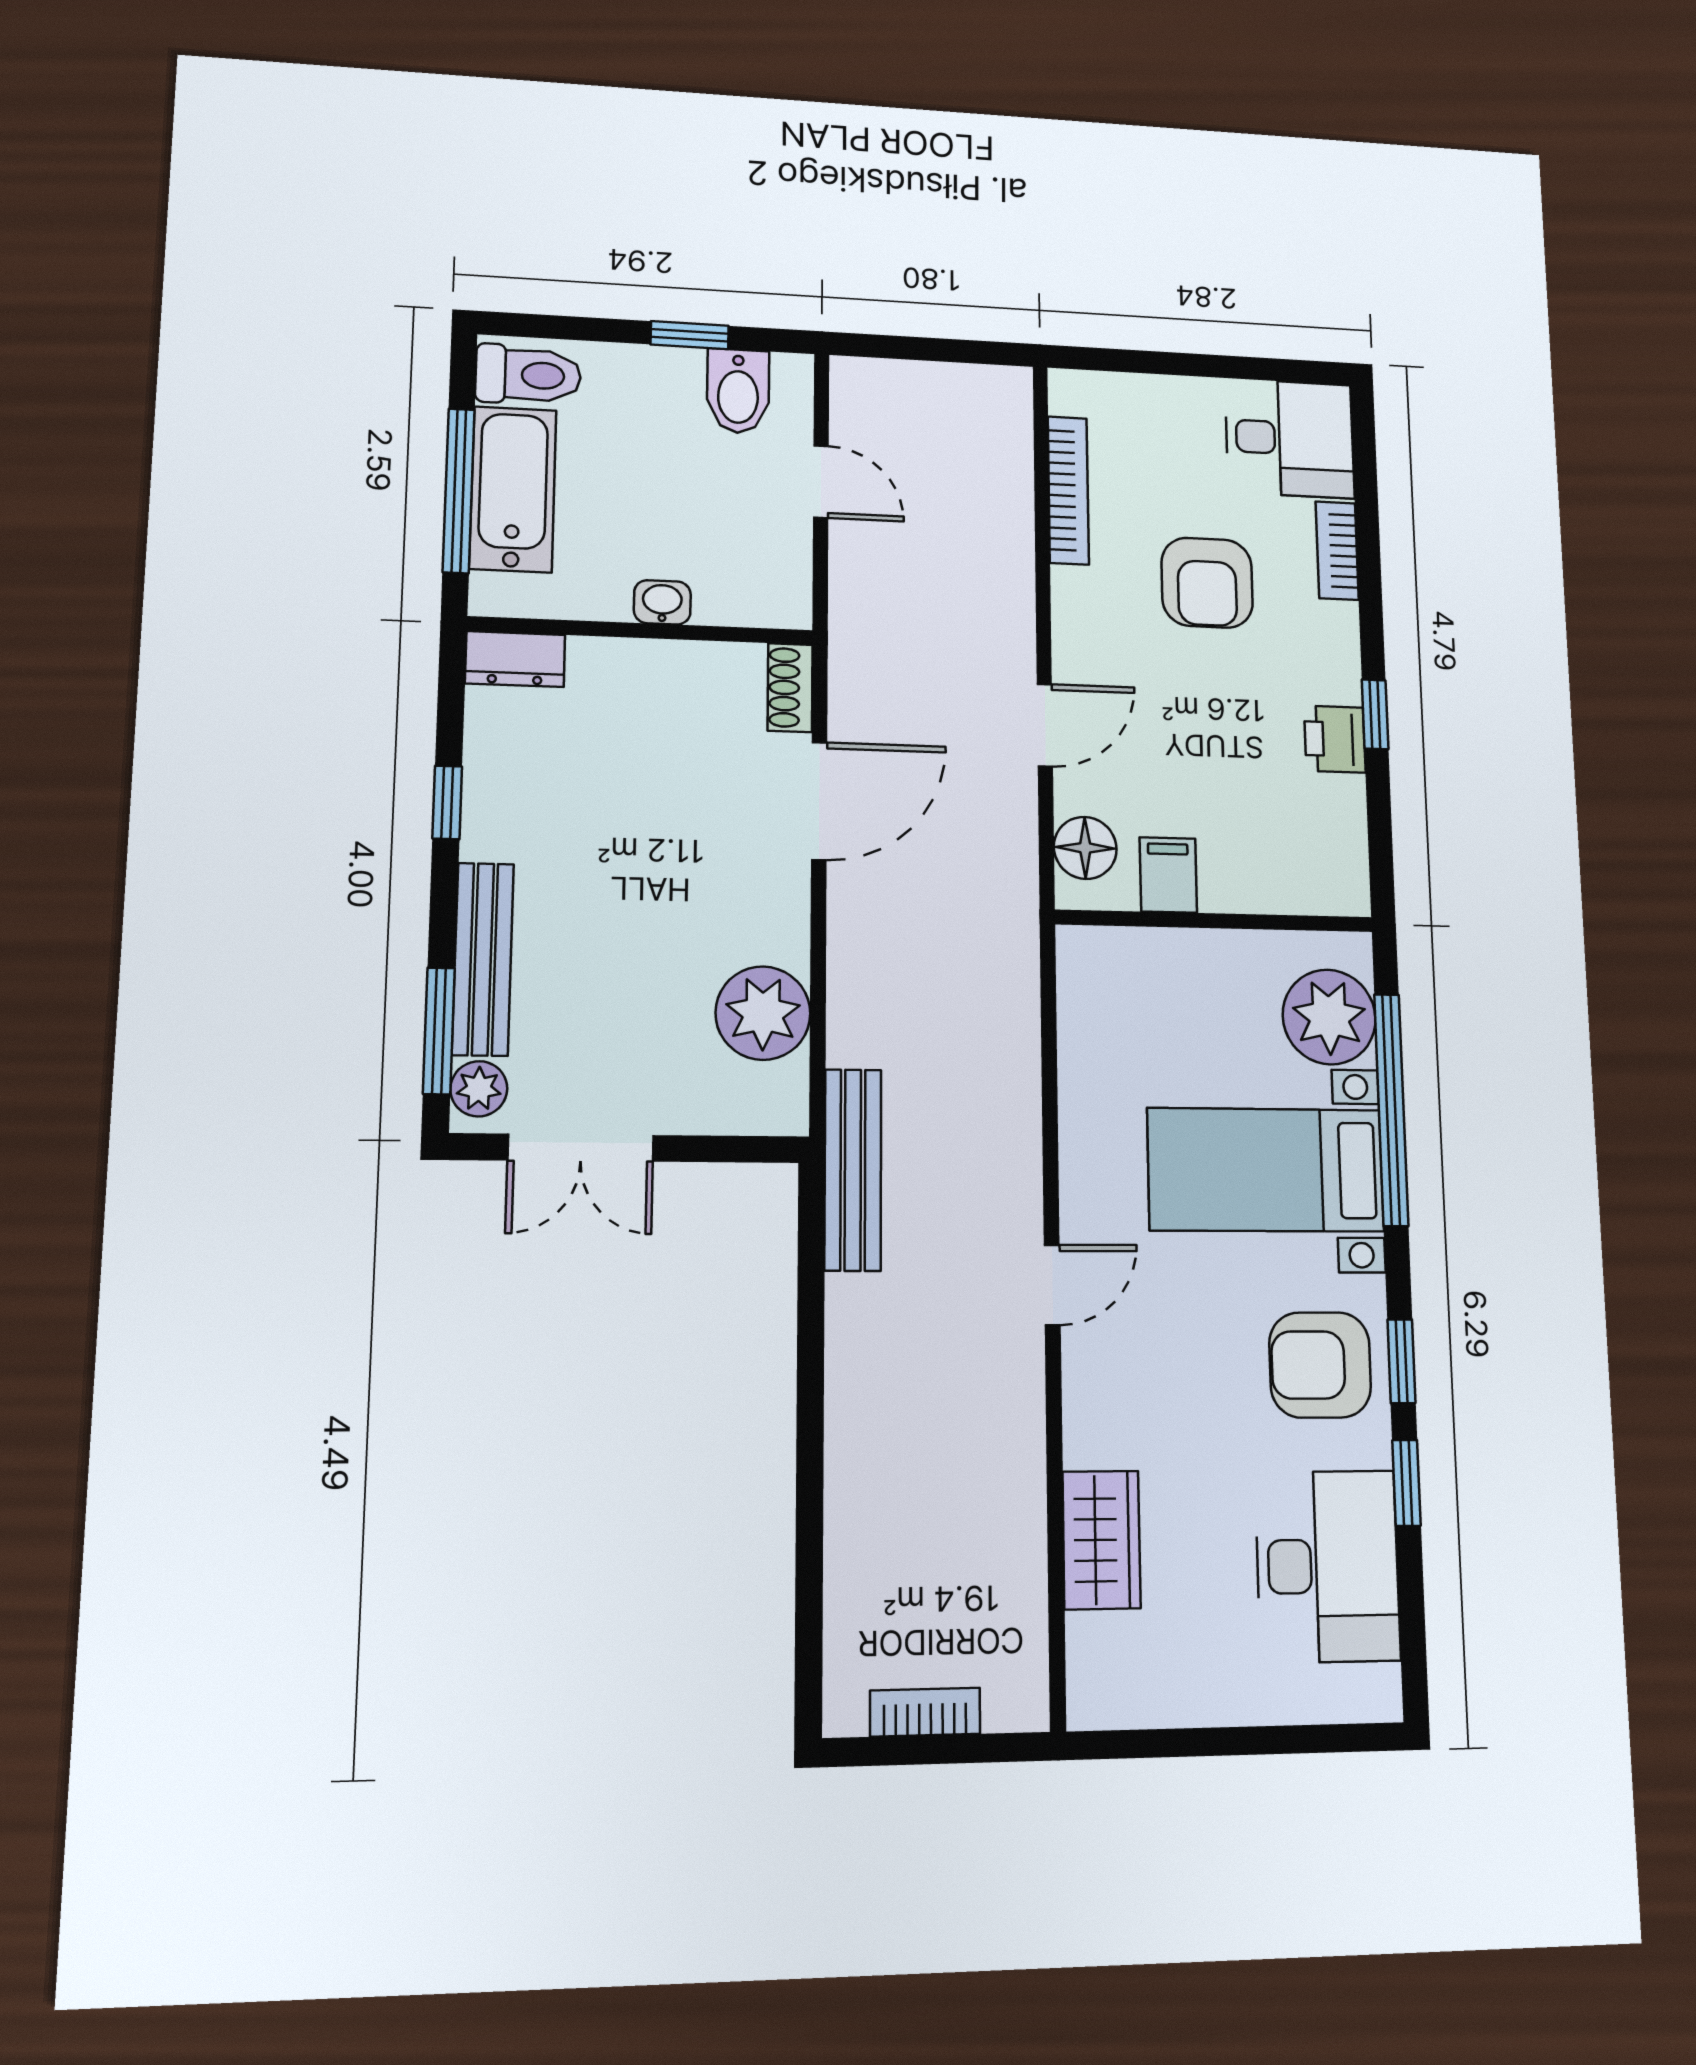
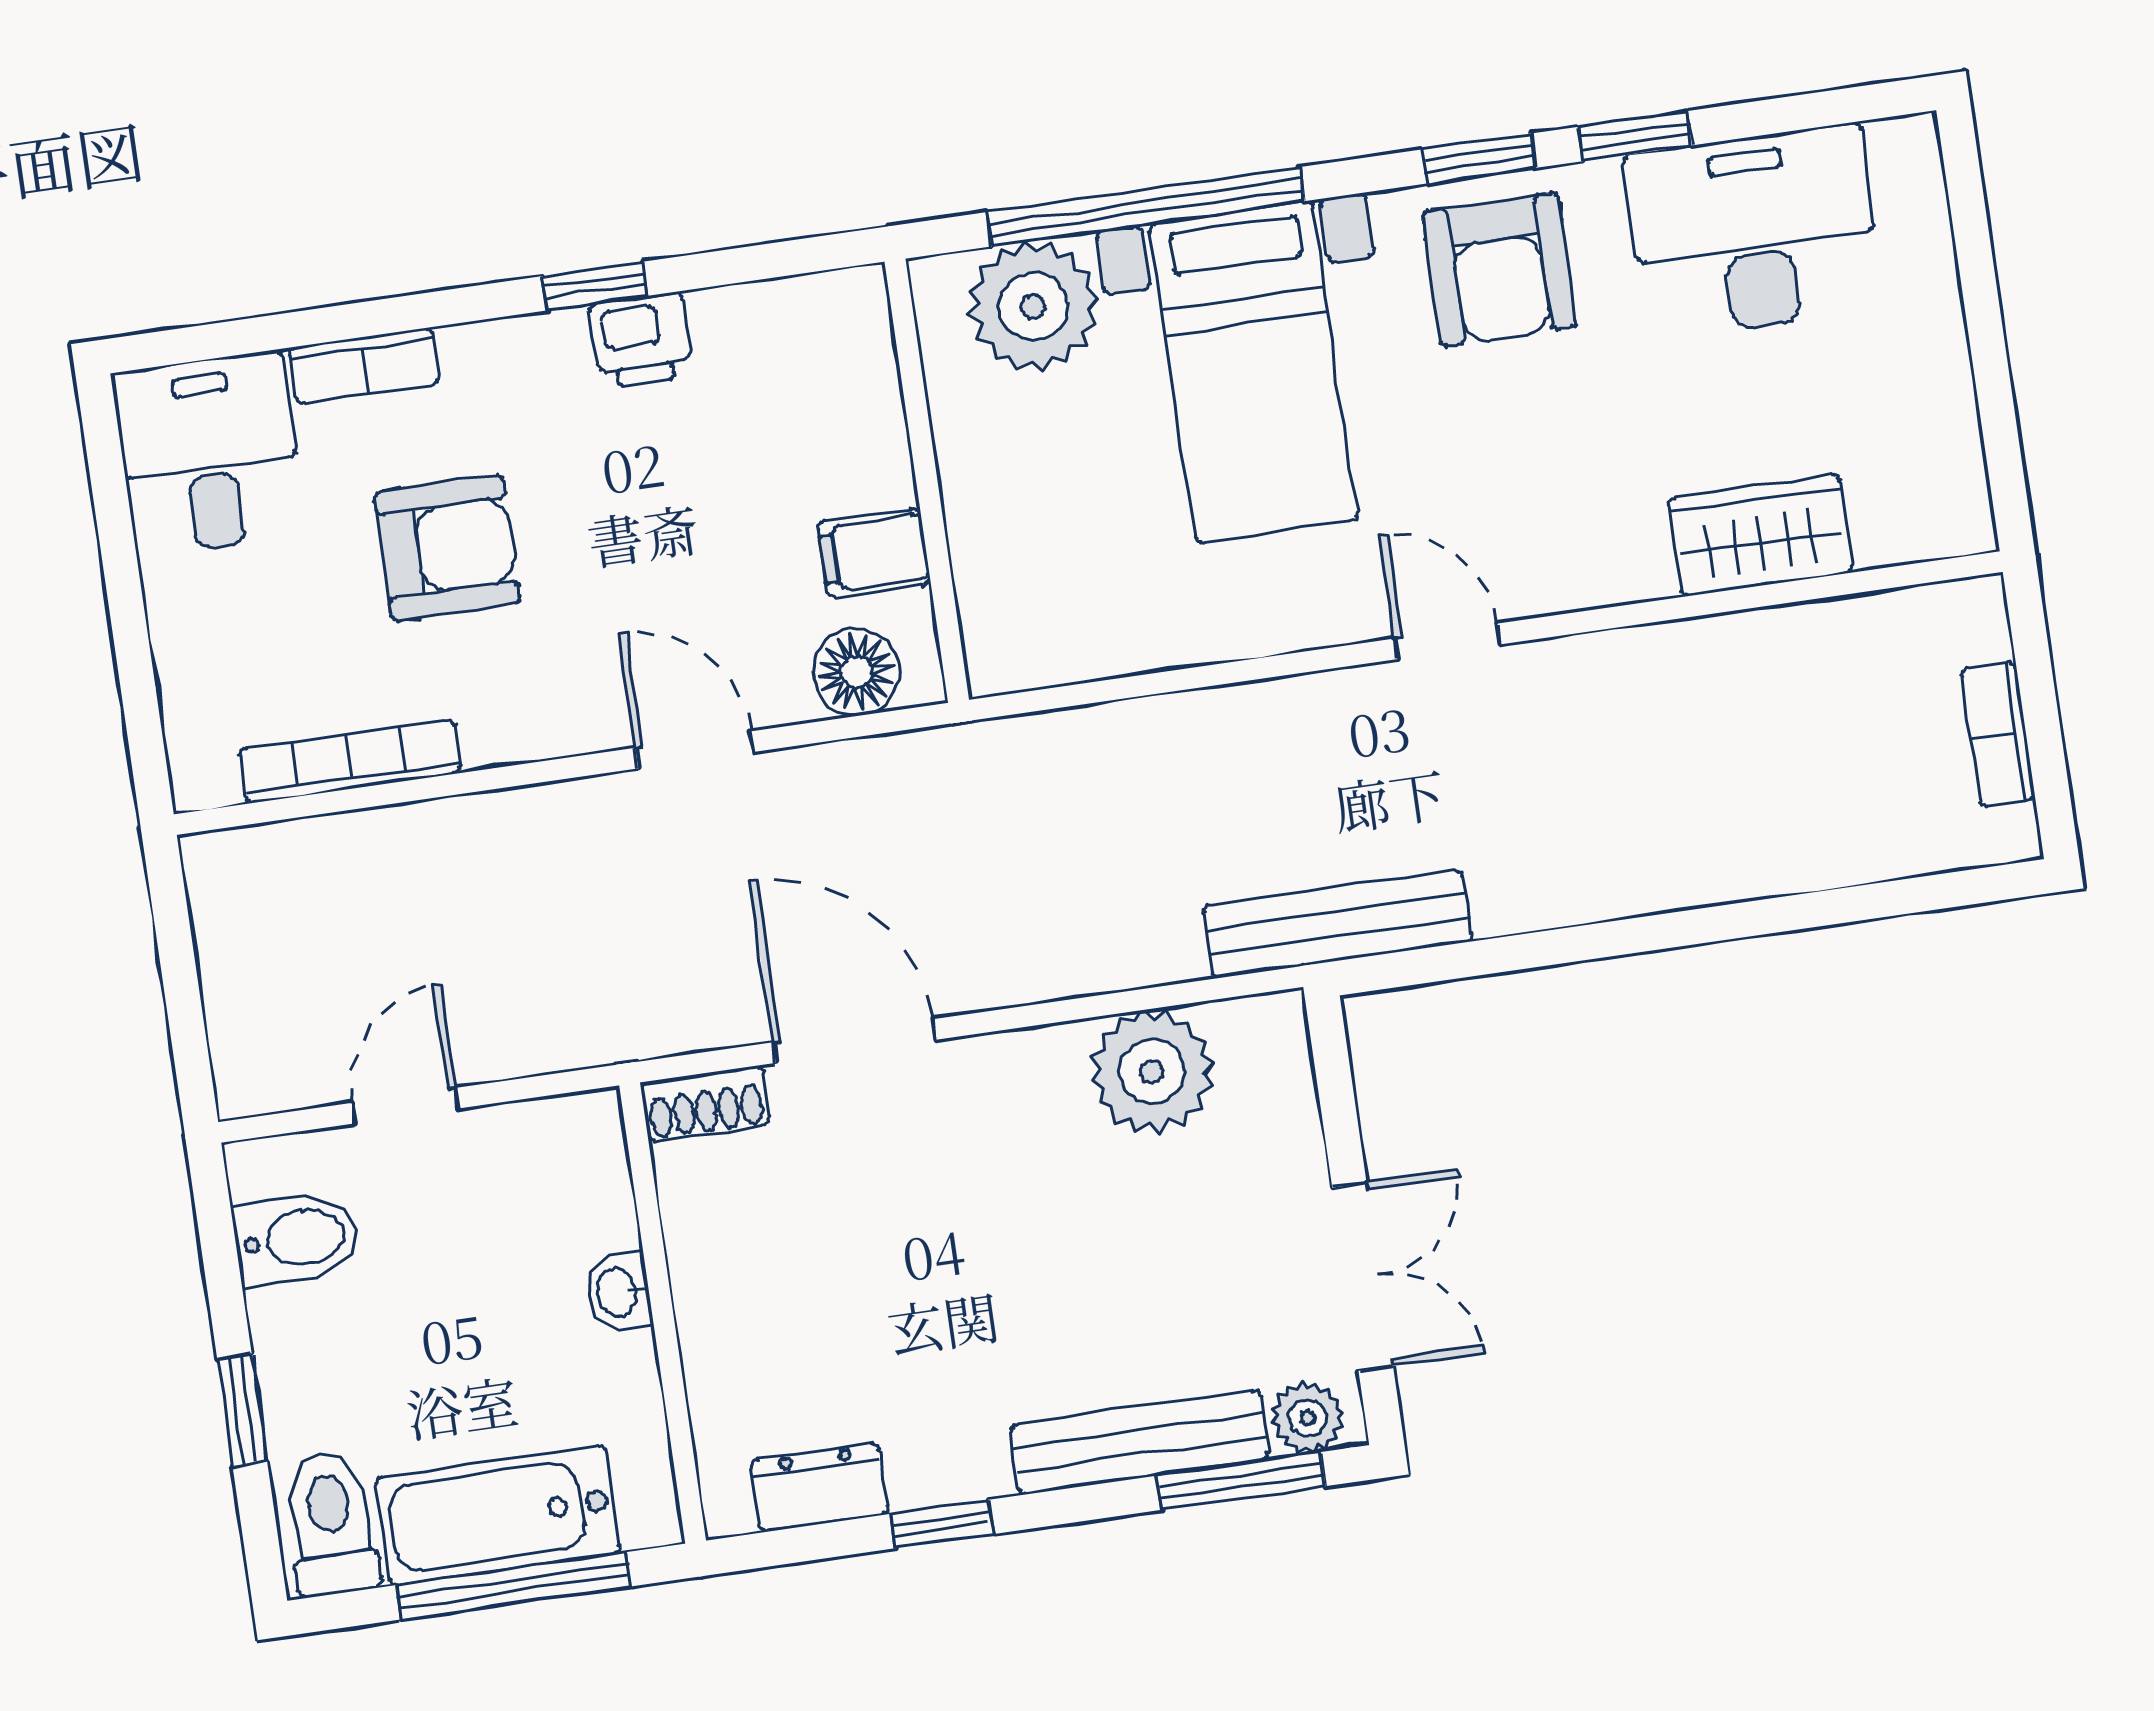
window: (690, 335) -> (242, 1410), moved
dresser: (515, 659) -> (819, 1487), moved, turned -90

